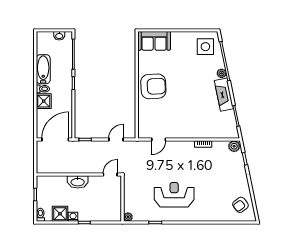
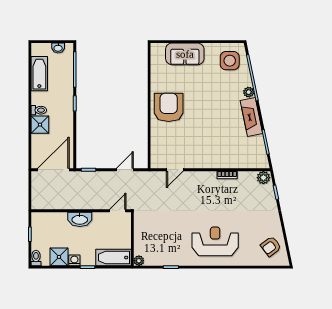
sofa: (154, 41) -> (185, 54), moved
bathtub: (43, 69) -> (39, 74), moved
armchair: (153, 86) -> (169, 107), turned -87
reception desk: (174, 195) -> (215, 241), moved
bathtub: (106, 214) -> (113, 258), added

